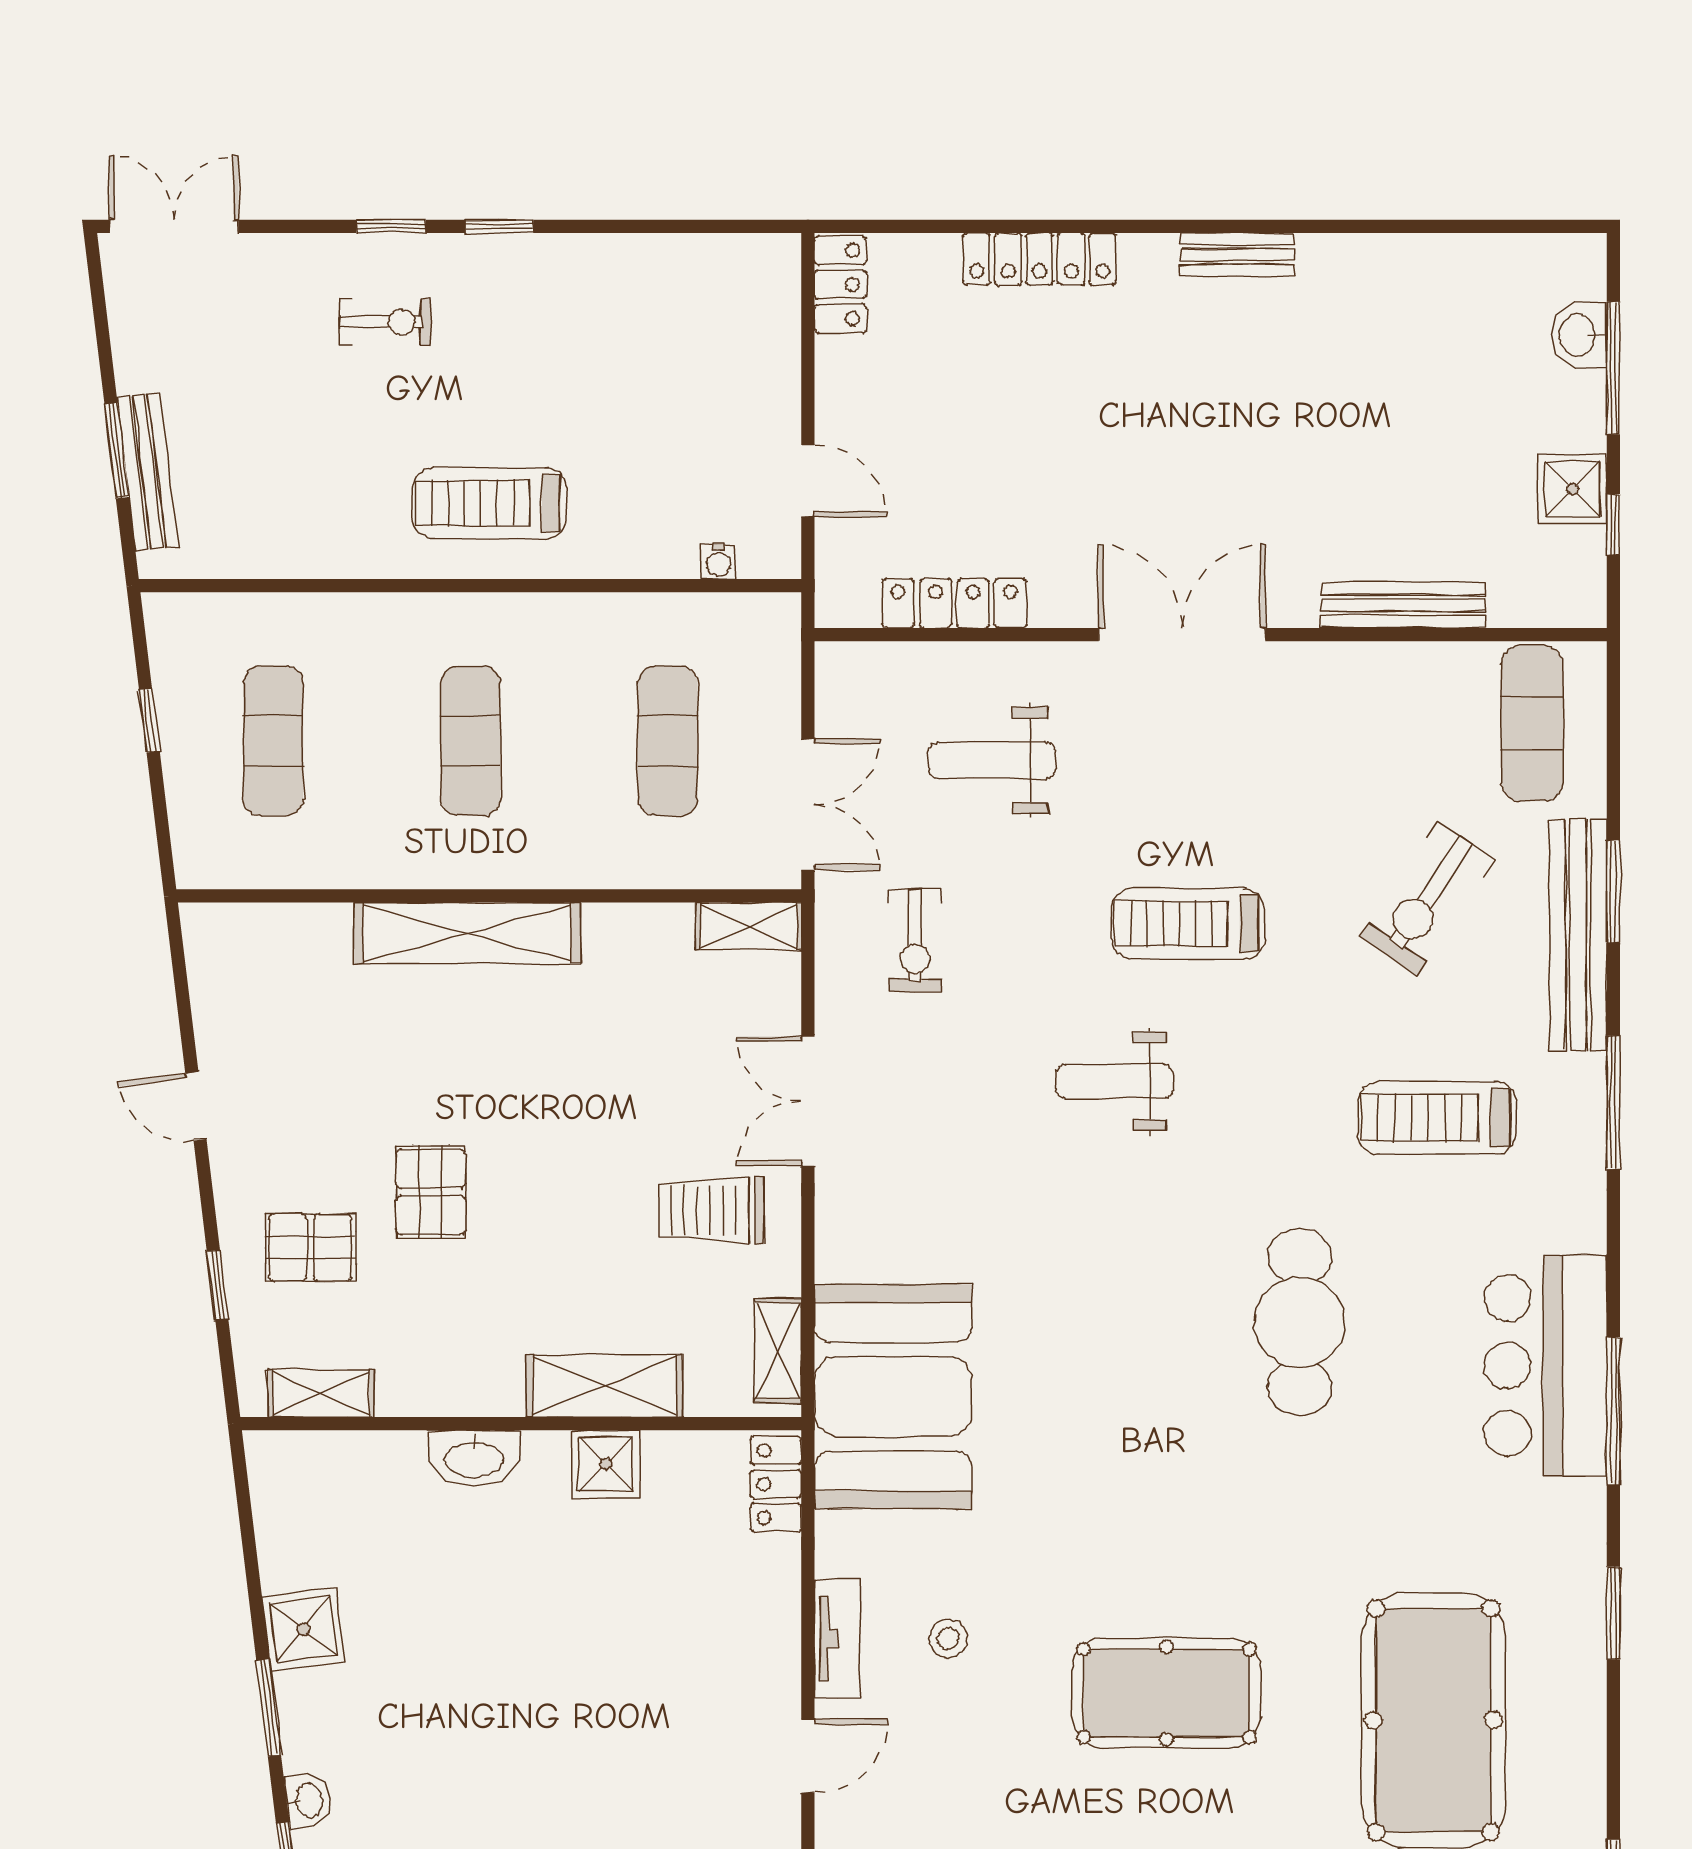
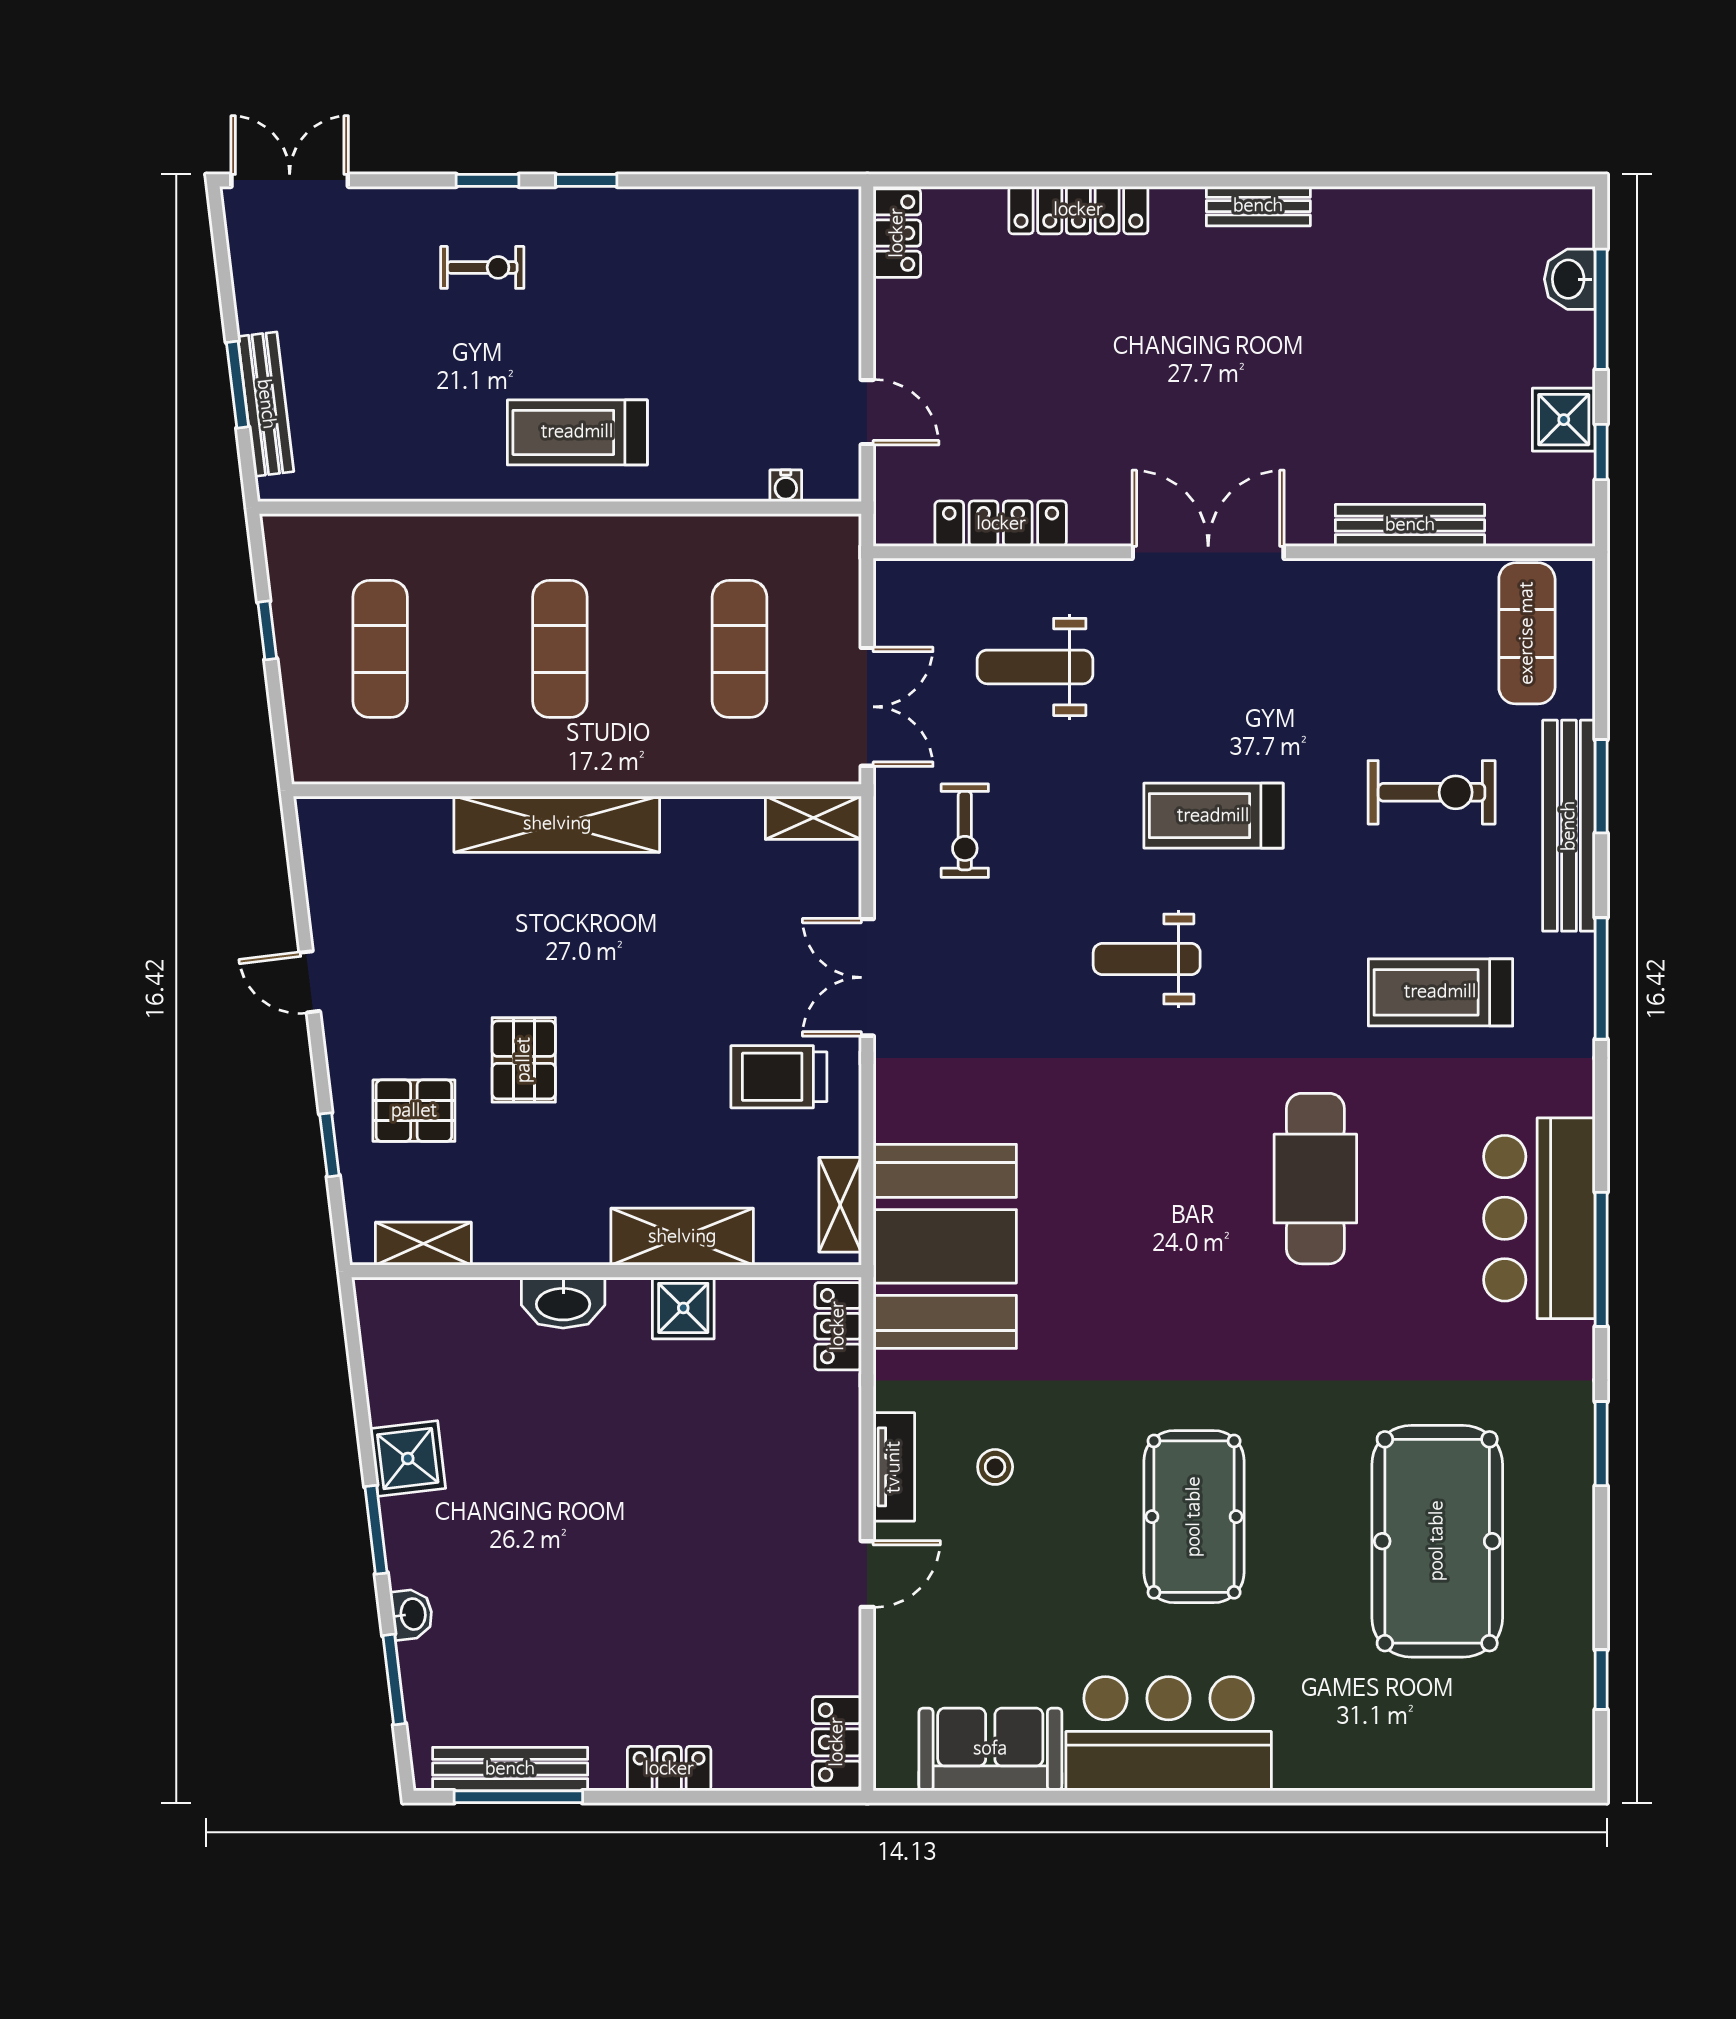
exercise bike: (1427, 898) -> (1432, 792), turned -124
pool table: (1167, 1693) -> (1194, 1517), turned 90

